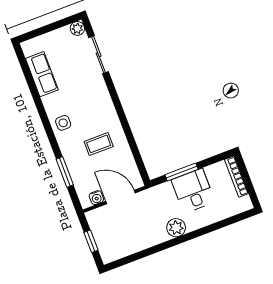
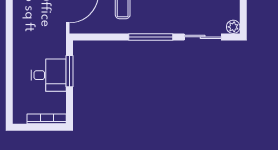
window: (118, 105) -> (151, 37), added
plant: (176, 228) -> (21, 47), removed

